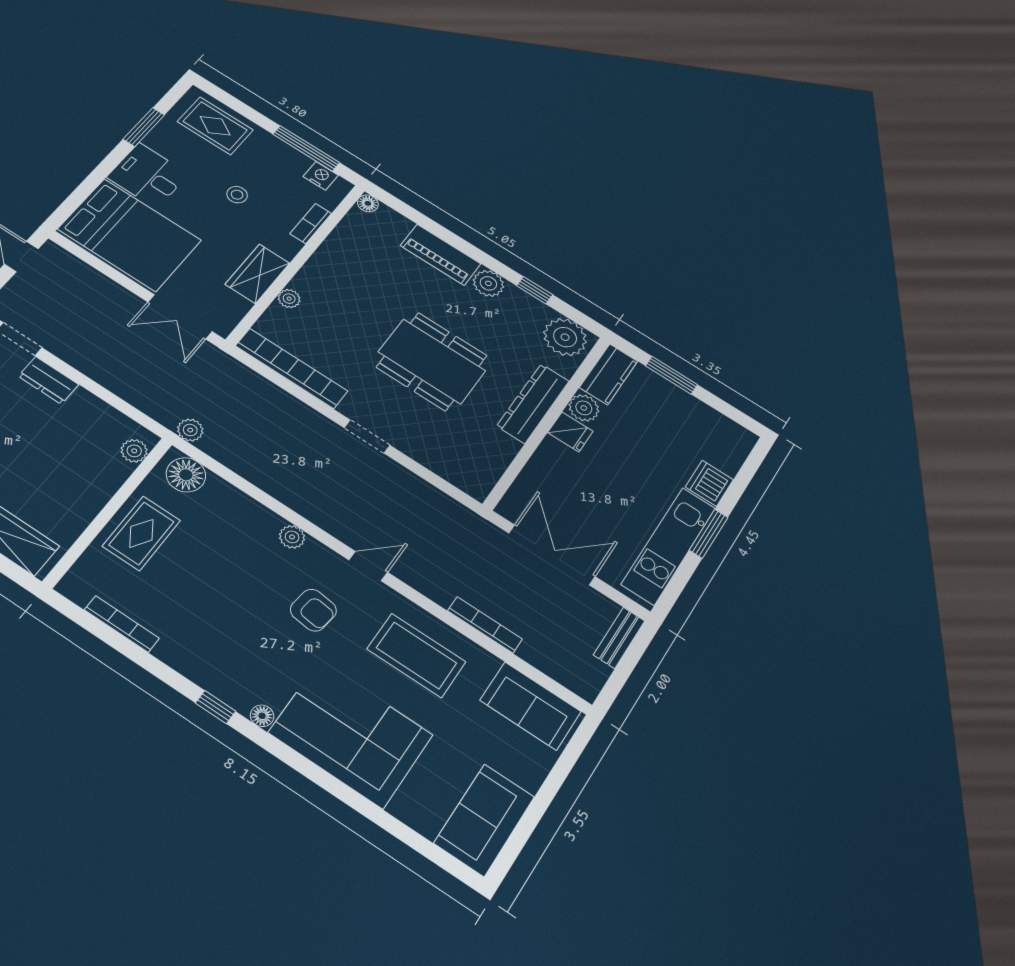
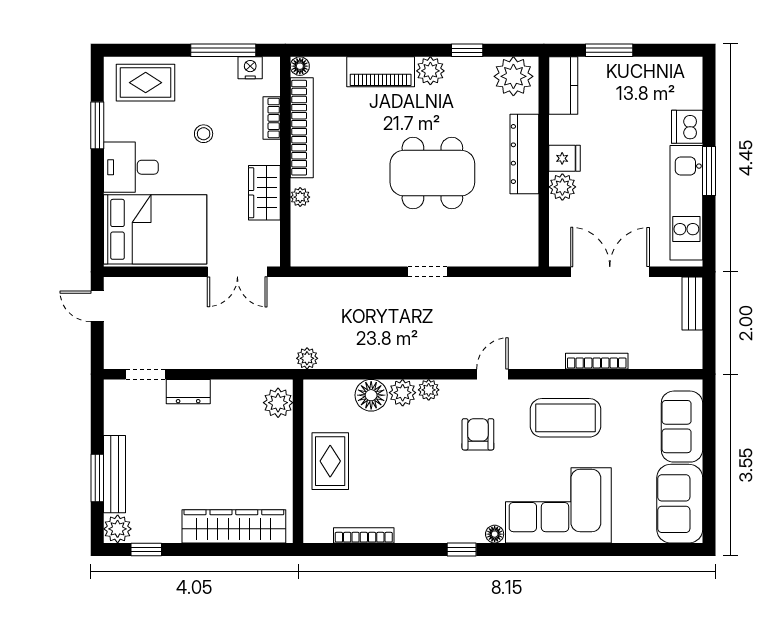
bookcase: (291, 368) -> (302, 128), moved, turned 90
plant: (584, 408) -> (562, 187), moved
plant: (134, 451) -> (278, 403), width x1.38, depth x1.38
floor lamp: (186, 475) -> (371, 395), moved
plant: (263, 522) -> (403, 393), added
armchair: (313, 610) -> (478, 434), turned -97
sofa: (531, 706) -> (682, 427), moved, turned 90

